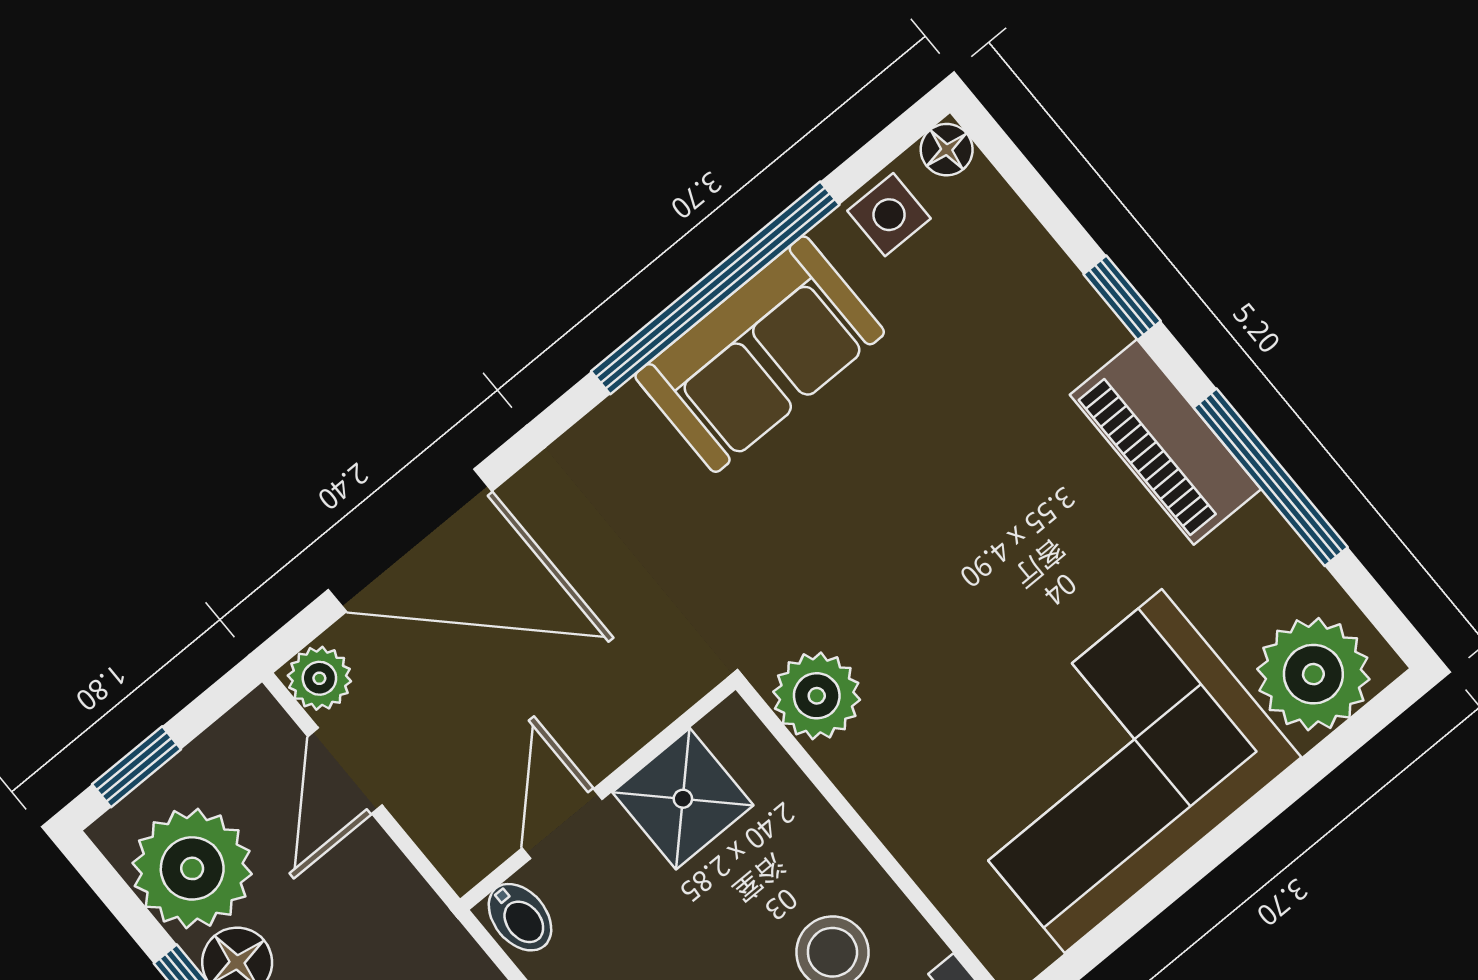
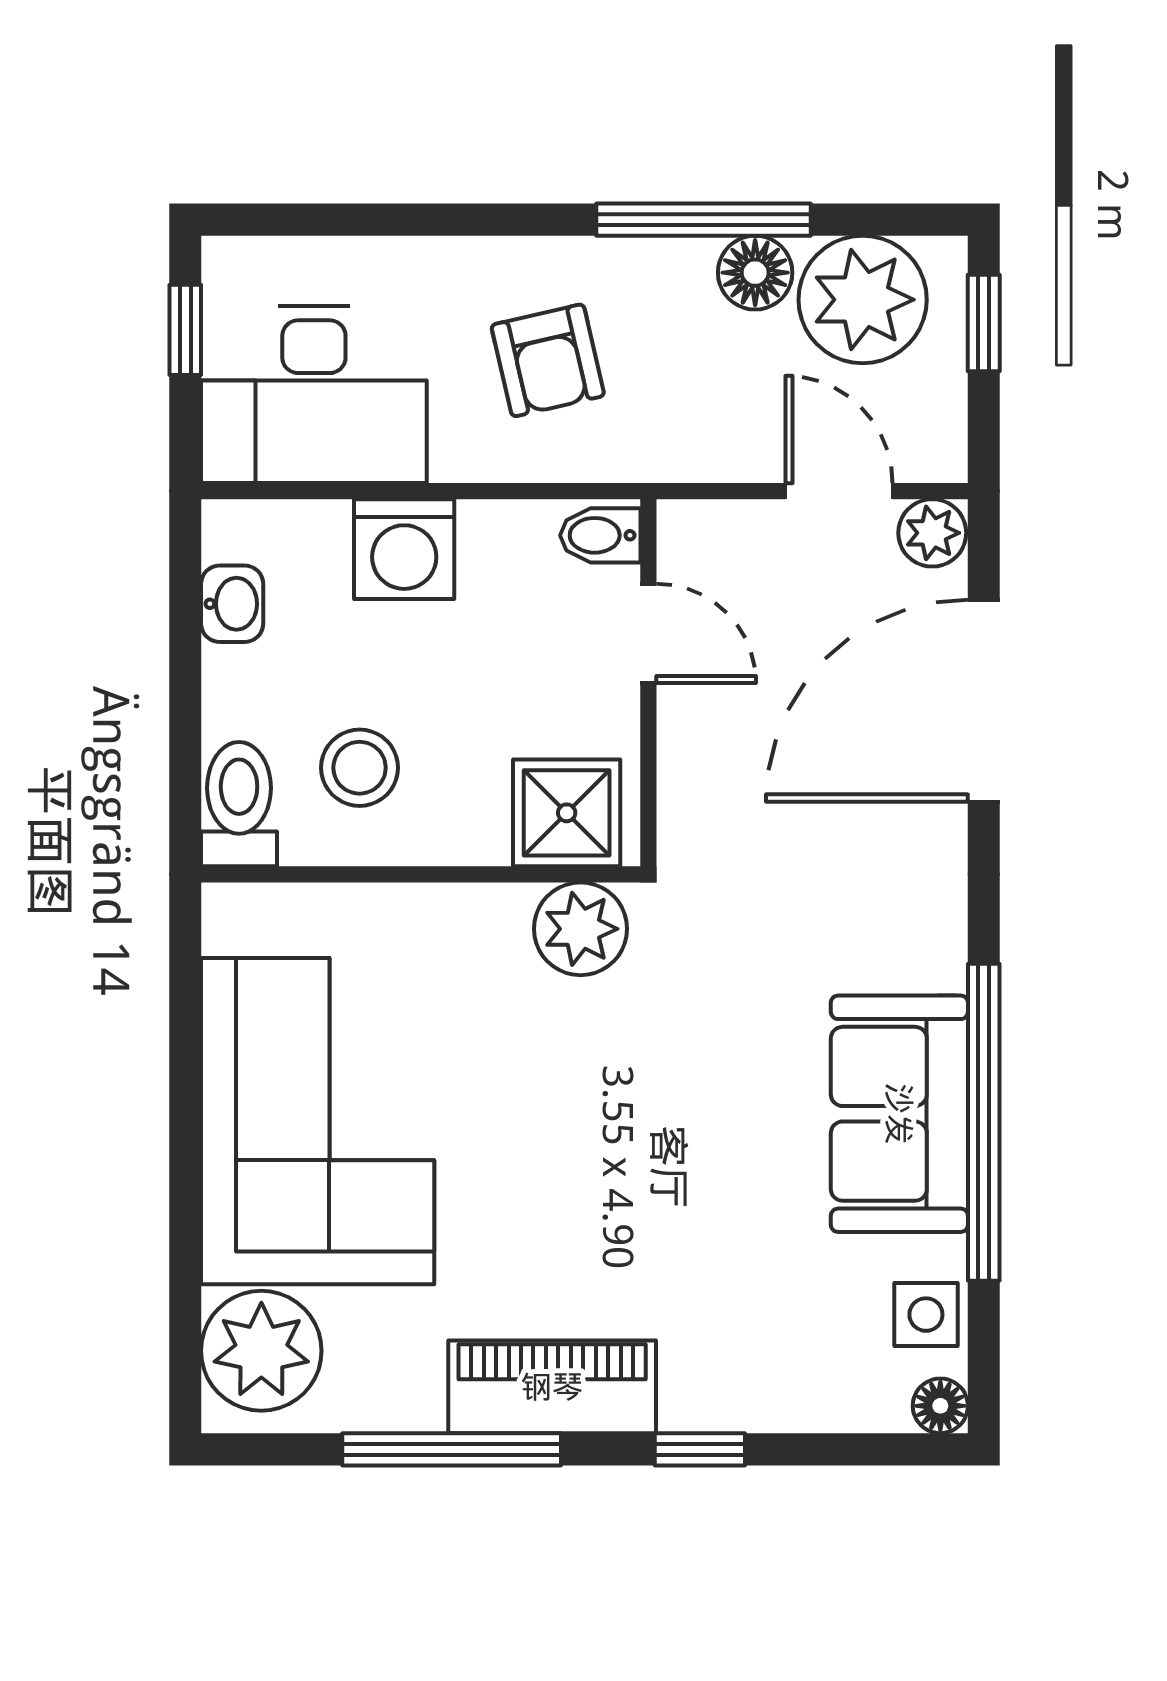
shower: (683, 799) -> (567, 813), moved

